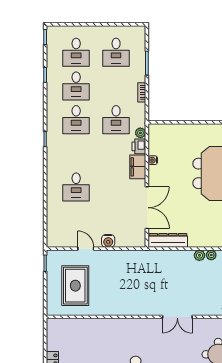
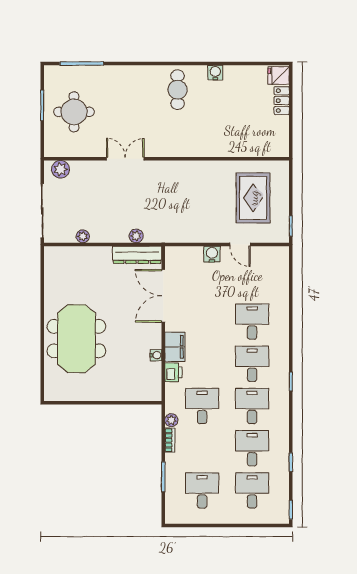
plant: (140, 133) -> (171, 420), moved
desk: (76, 153) -> (252, 364), added
plant: (199, 255) -> (136, 236), moved

